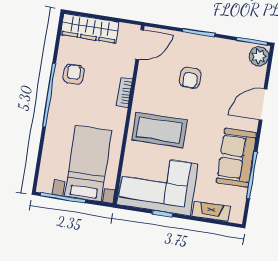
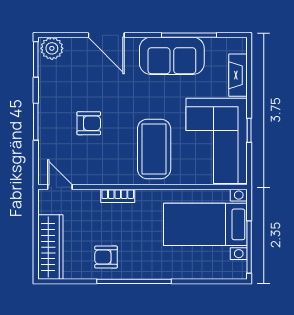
door: (140, 44) -> (60, 187), width x0.73

